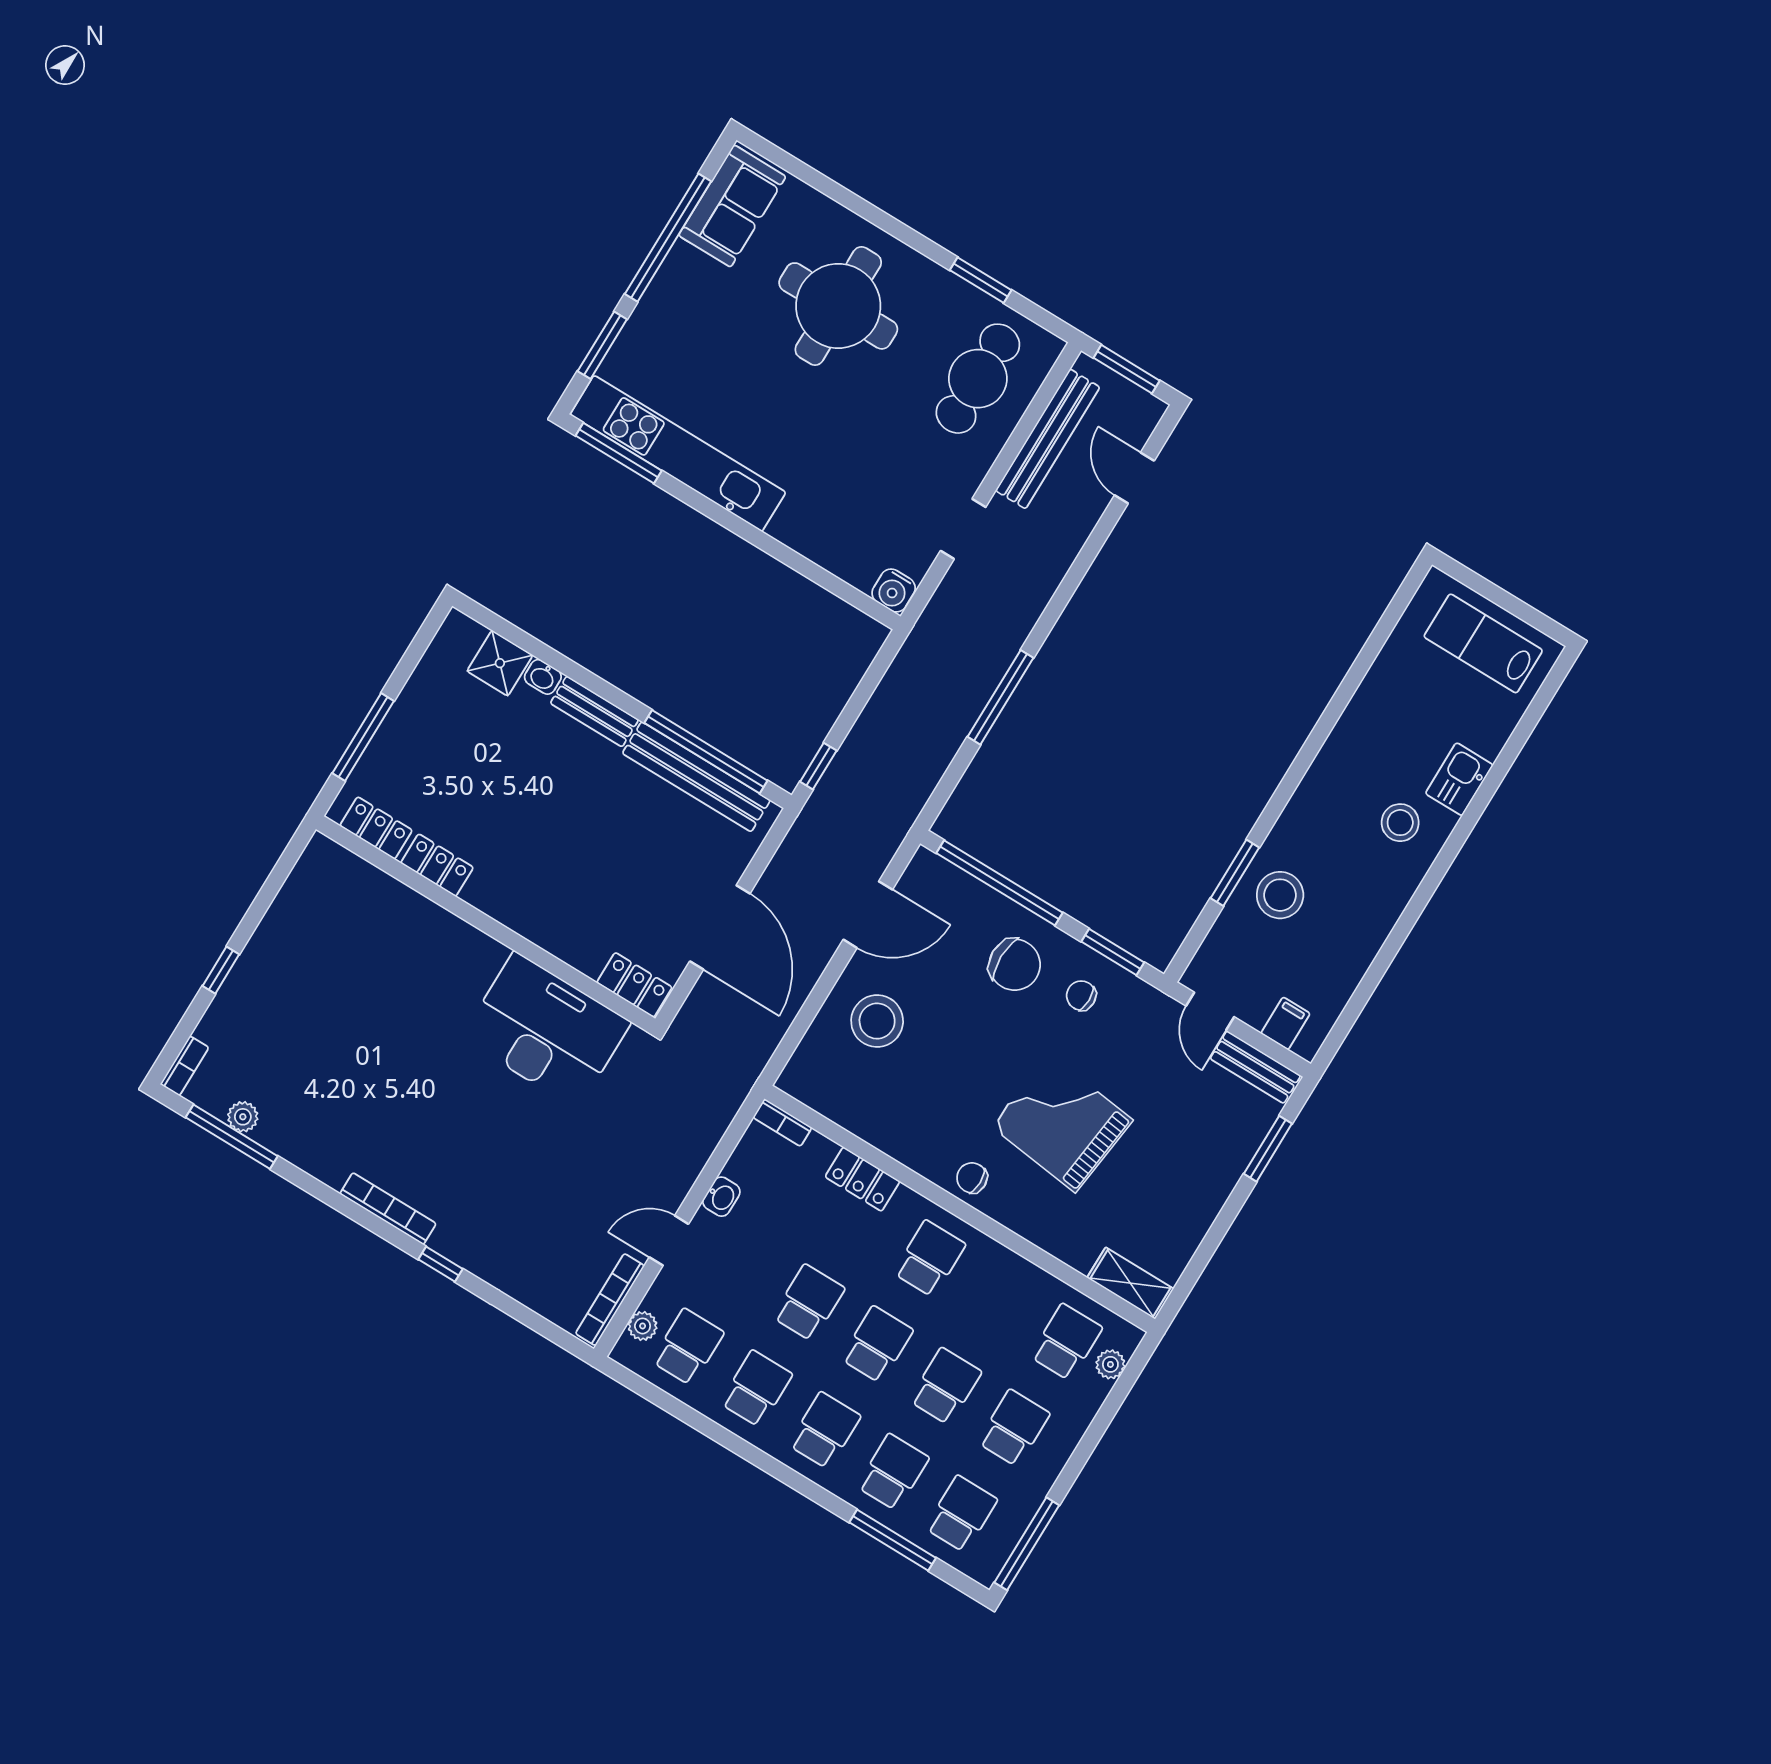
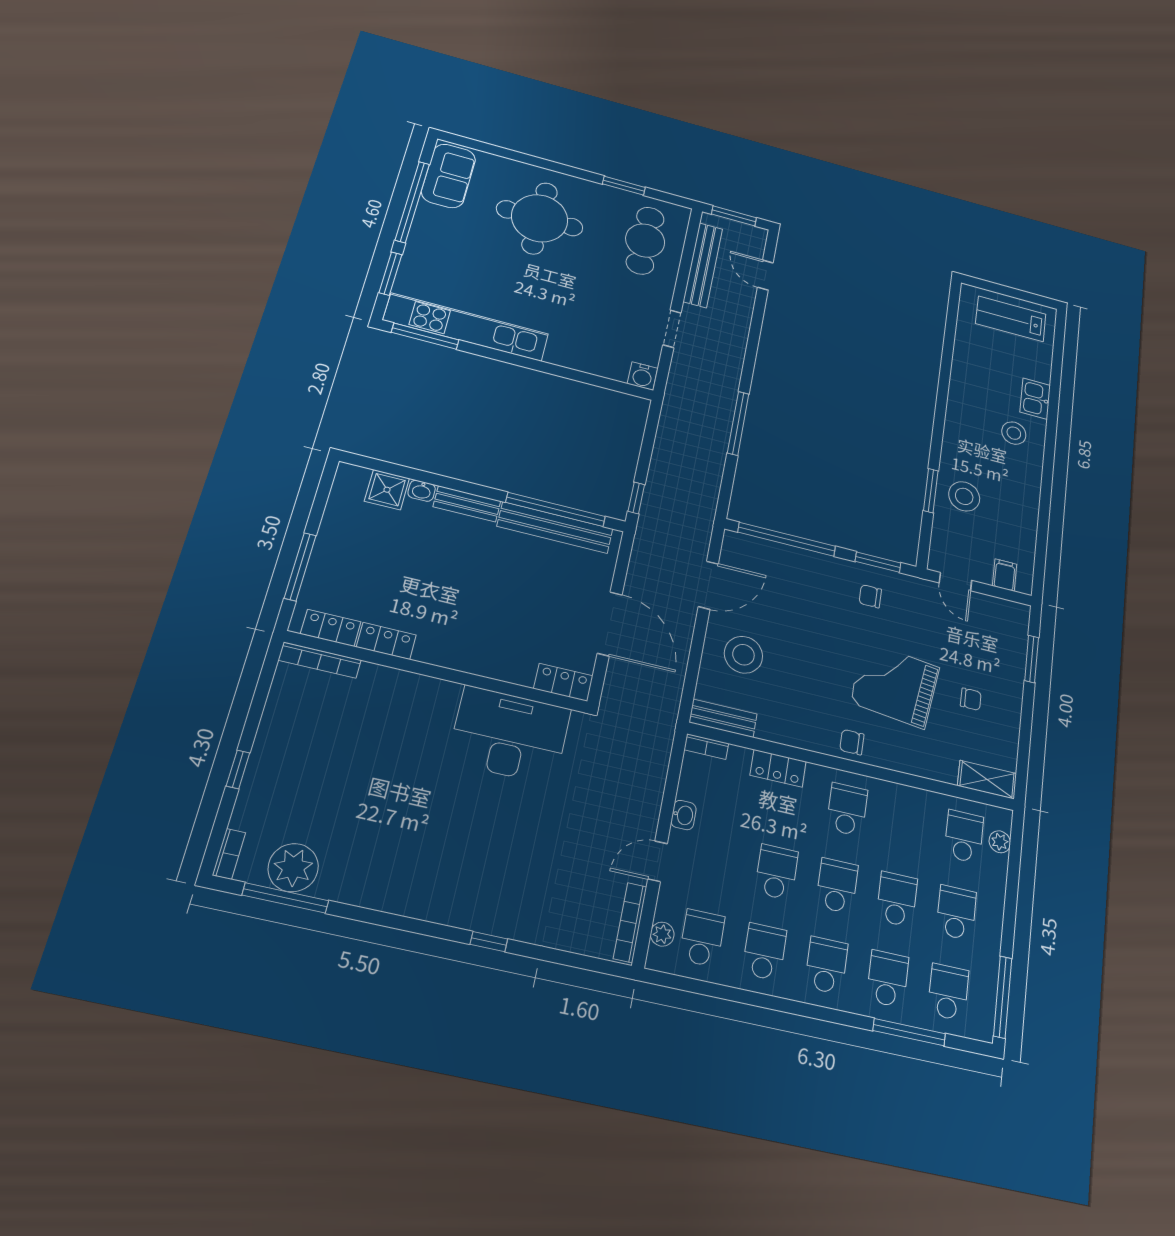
chair: (1015, 965) -> (971, 699), moved, width x0.54, depth x0.54
bench: (1255, 1067) -> (723, 718), moved
plant: (243, 1117) -> (293, 868), width x1.87, depth x1.87
bookcase: (388, 1209) -> (320, 660), moved, turned 180

